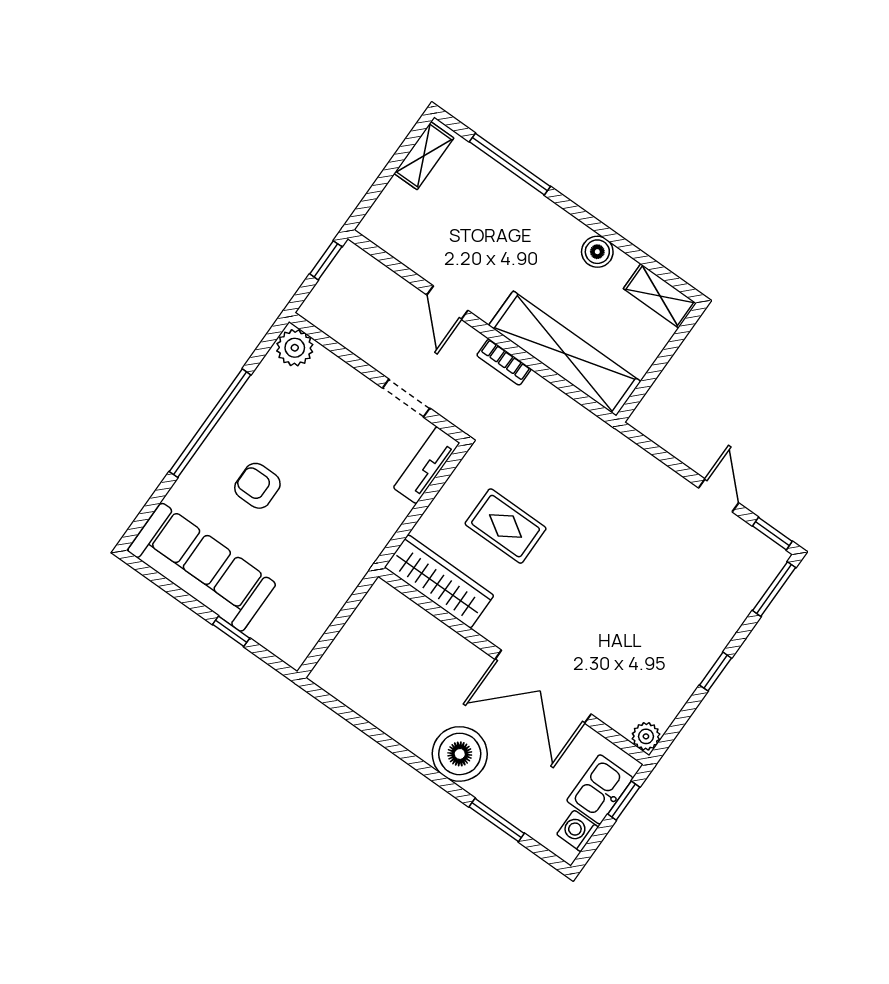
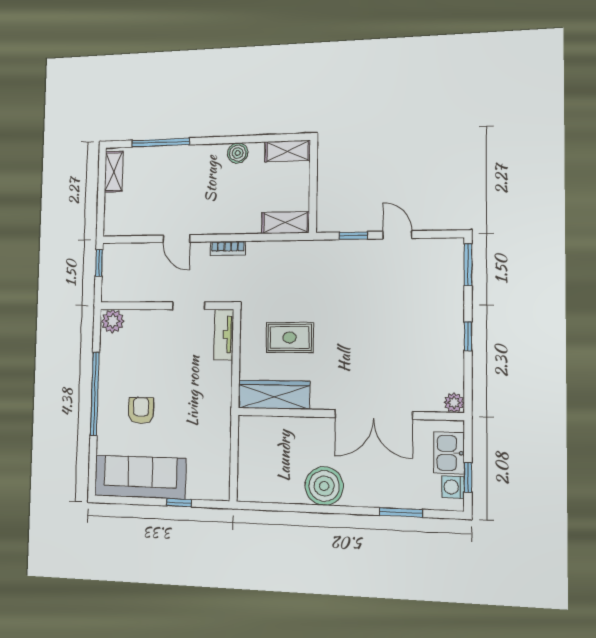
shelving: (565, 354) -> (285, 223), width x0.45, depth x0.75
armchair: (257, 486) -> (141, 410), turned 90
window: (772, 534) -> (353, 236), moved
boiler: (460, 754) -> (324, 486), moved
window: (624, 801) -> (468, 477), moved

